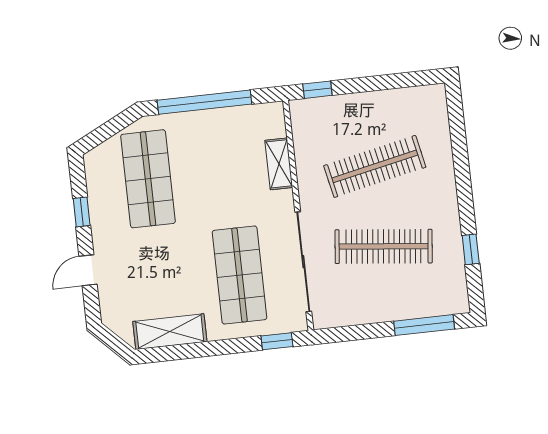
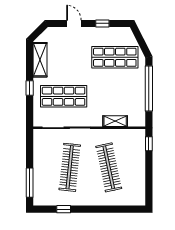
window: (277, 341) -> (30, 88), moved

